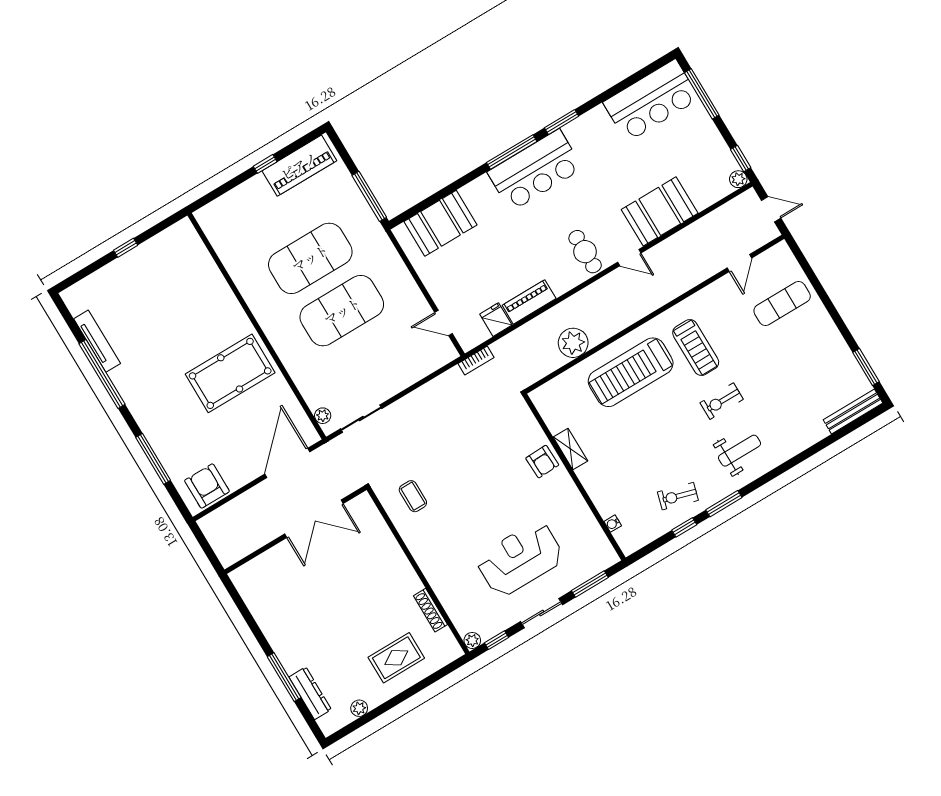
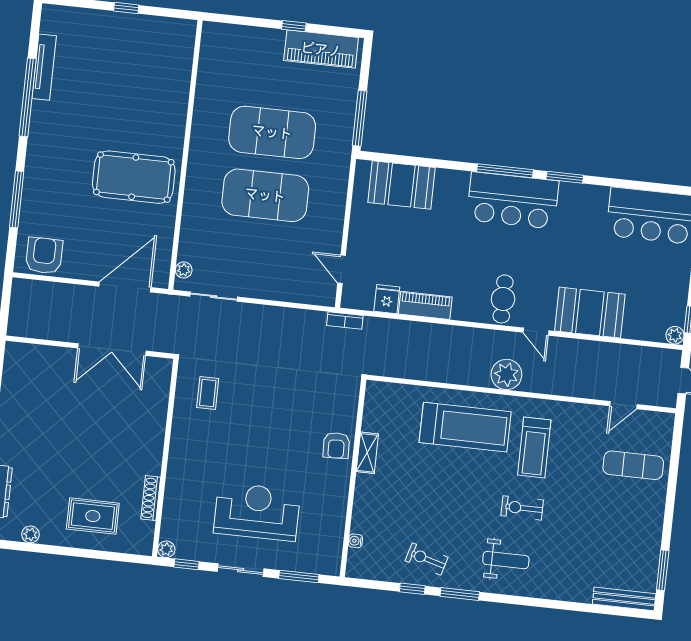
plant: (573, 343) -> (506, 374), moved
treadmill: (631, 372) -> (465, 427), turned 180

